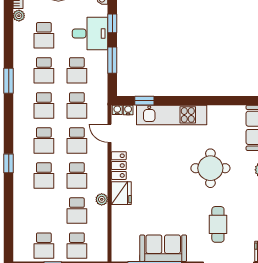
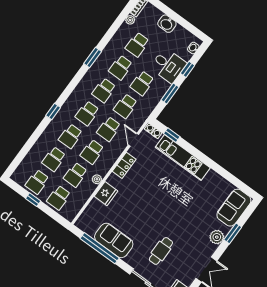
round table: (210, 168) -> (183, 211), removed
fridge: (121, 193) -> (106, 194), moved
school desk: (44, 211) -> (54, 159), added

